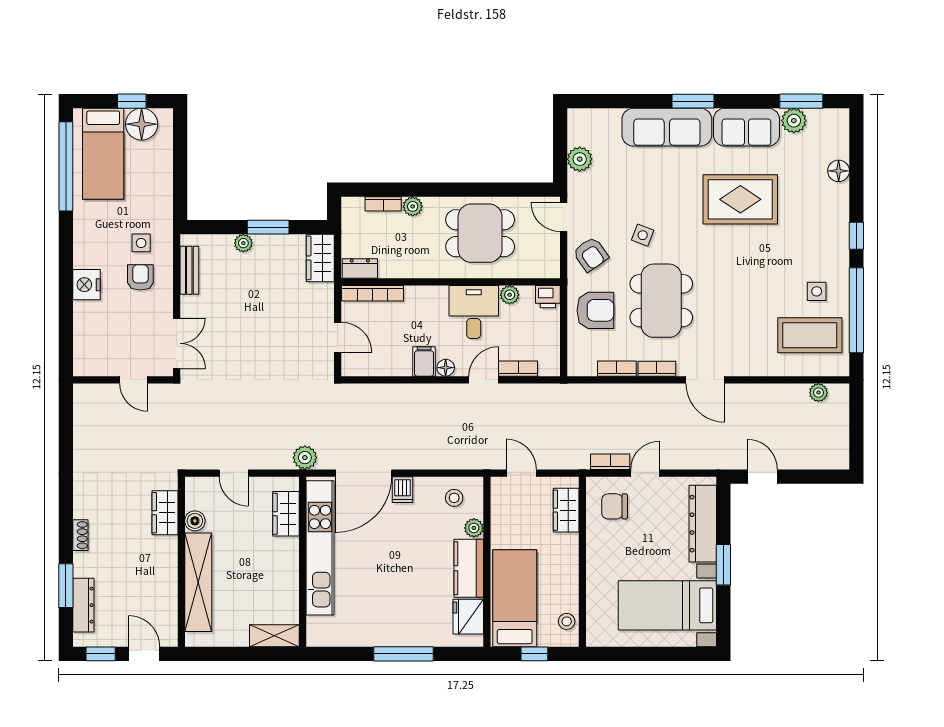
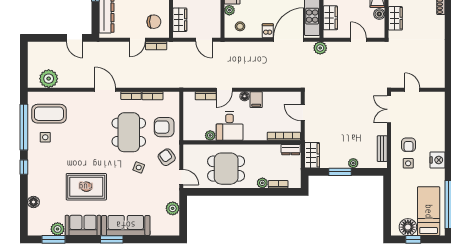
nightstand: (87, 285) -> (437, 160), moved
printer: (548, 297) -> (190, 134), removed
plant: (818, 393) -> (49, 79), width x1.88, depth x1.88

